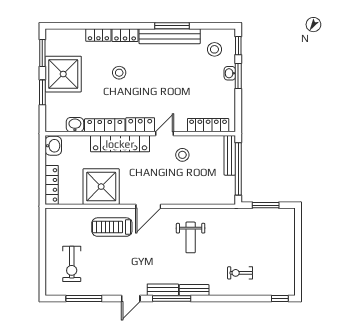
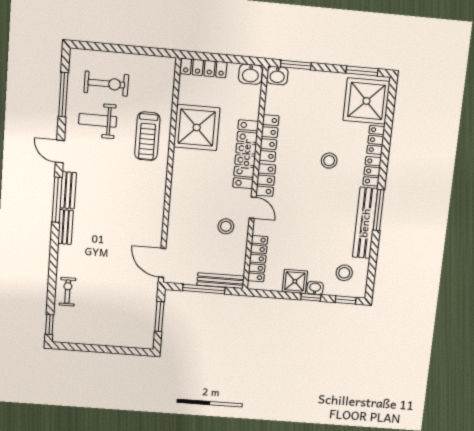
window: (172, 26) -> (379, 210), moved
shower: (63, 74) -> (366, 101), moved
window: (238, 76) -> (311, 297), width x0.67
shower: (225, 91) -> (295, 281), added
window: (42, 92) -> (296, 65), moved
washbasin: (75, 125) -> (277, 76), moved, turned 90
window: (238, 169) -> (204, 289), width x0.68
door: (148, 206) -> (162, 263), moved
treadmill: (112, 227) -> (147, 136), turned 180
weight bench: (191, 237) -> (98, 120), moved
exercise bike: (72, 264) -> (106, 84), turned 180
exercise bike: (240, 273) -> (68, 292), moved

